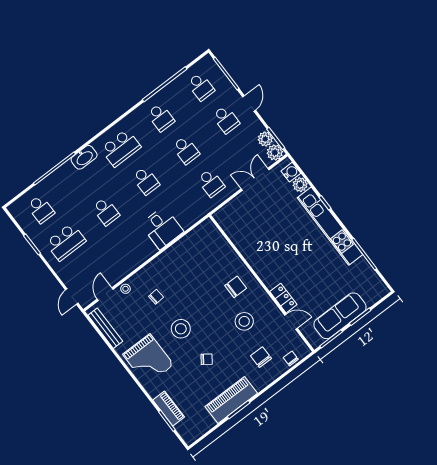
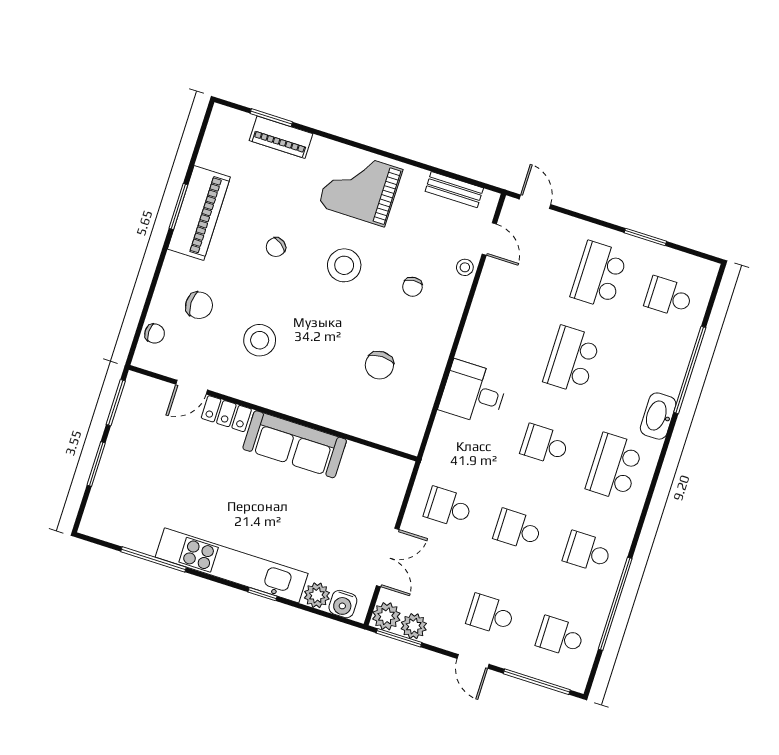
school desk: (106, 211) -> (572, 360), width x1.85
chair: (236, 287) -> (379, 365), moved
sofa: (340, 316) -> (295, 444), moved, turned 90
bench: (105, 328) -> (454, 190), width x0.73

